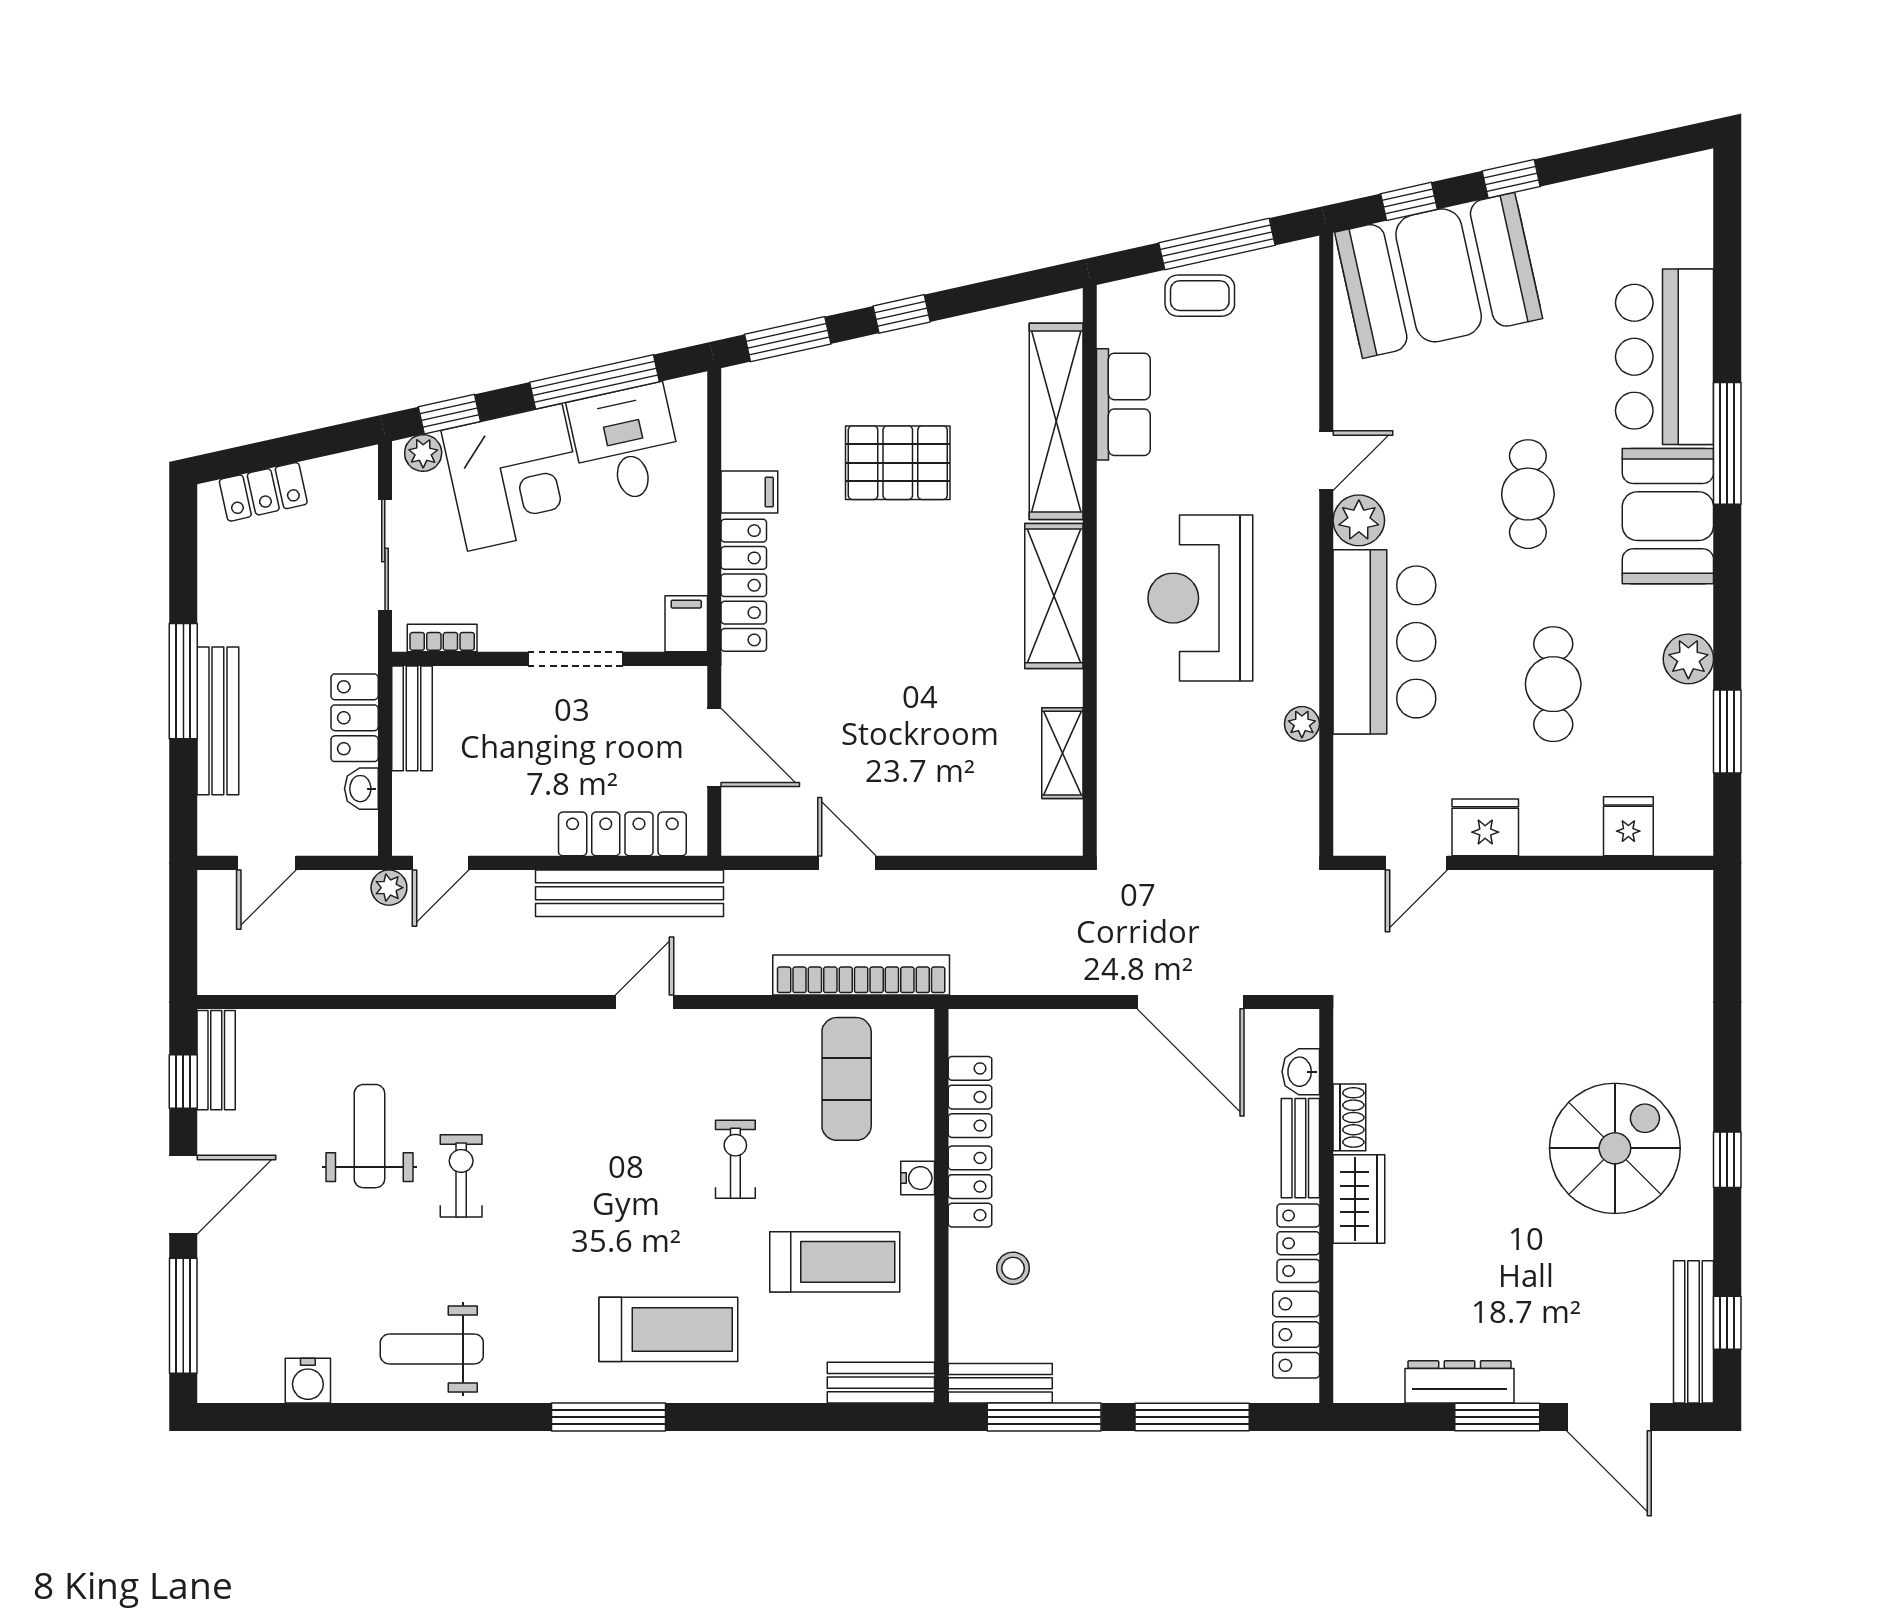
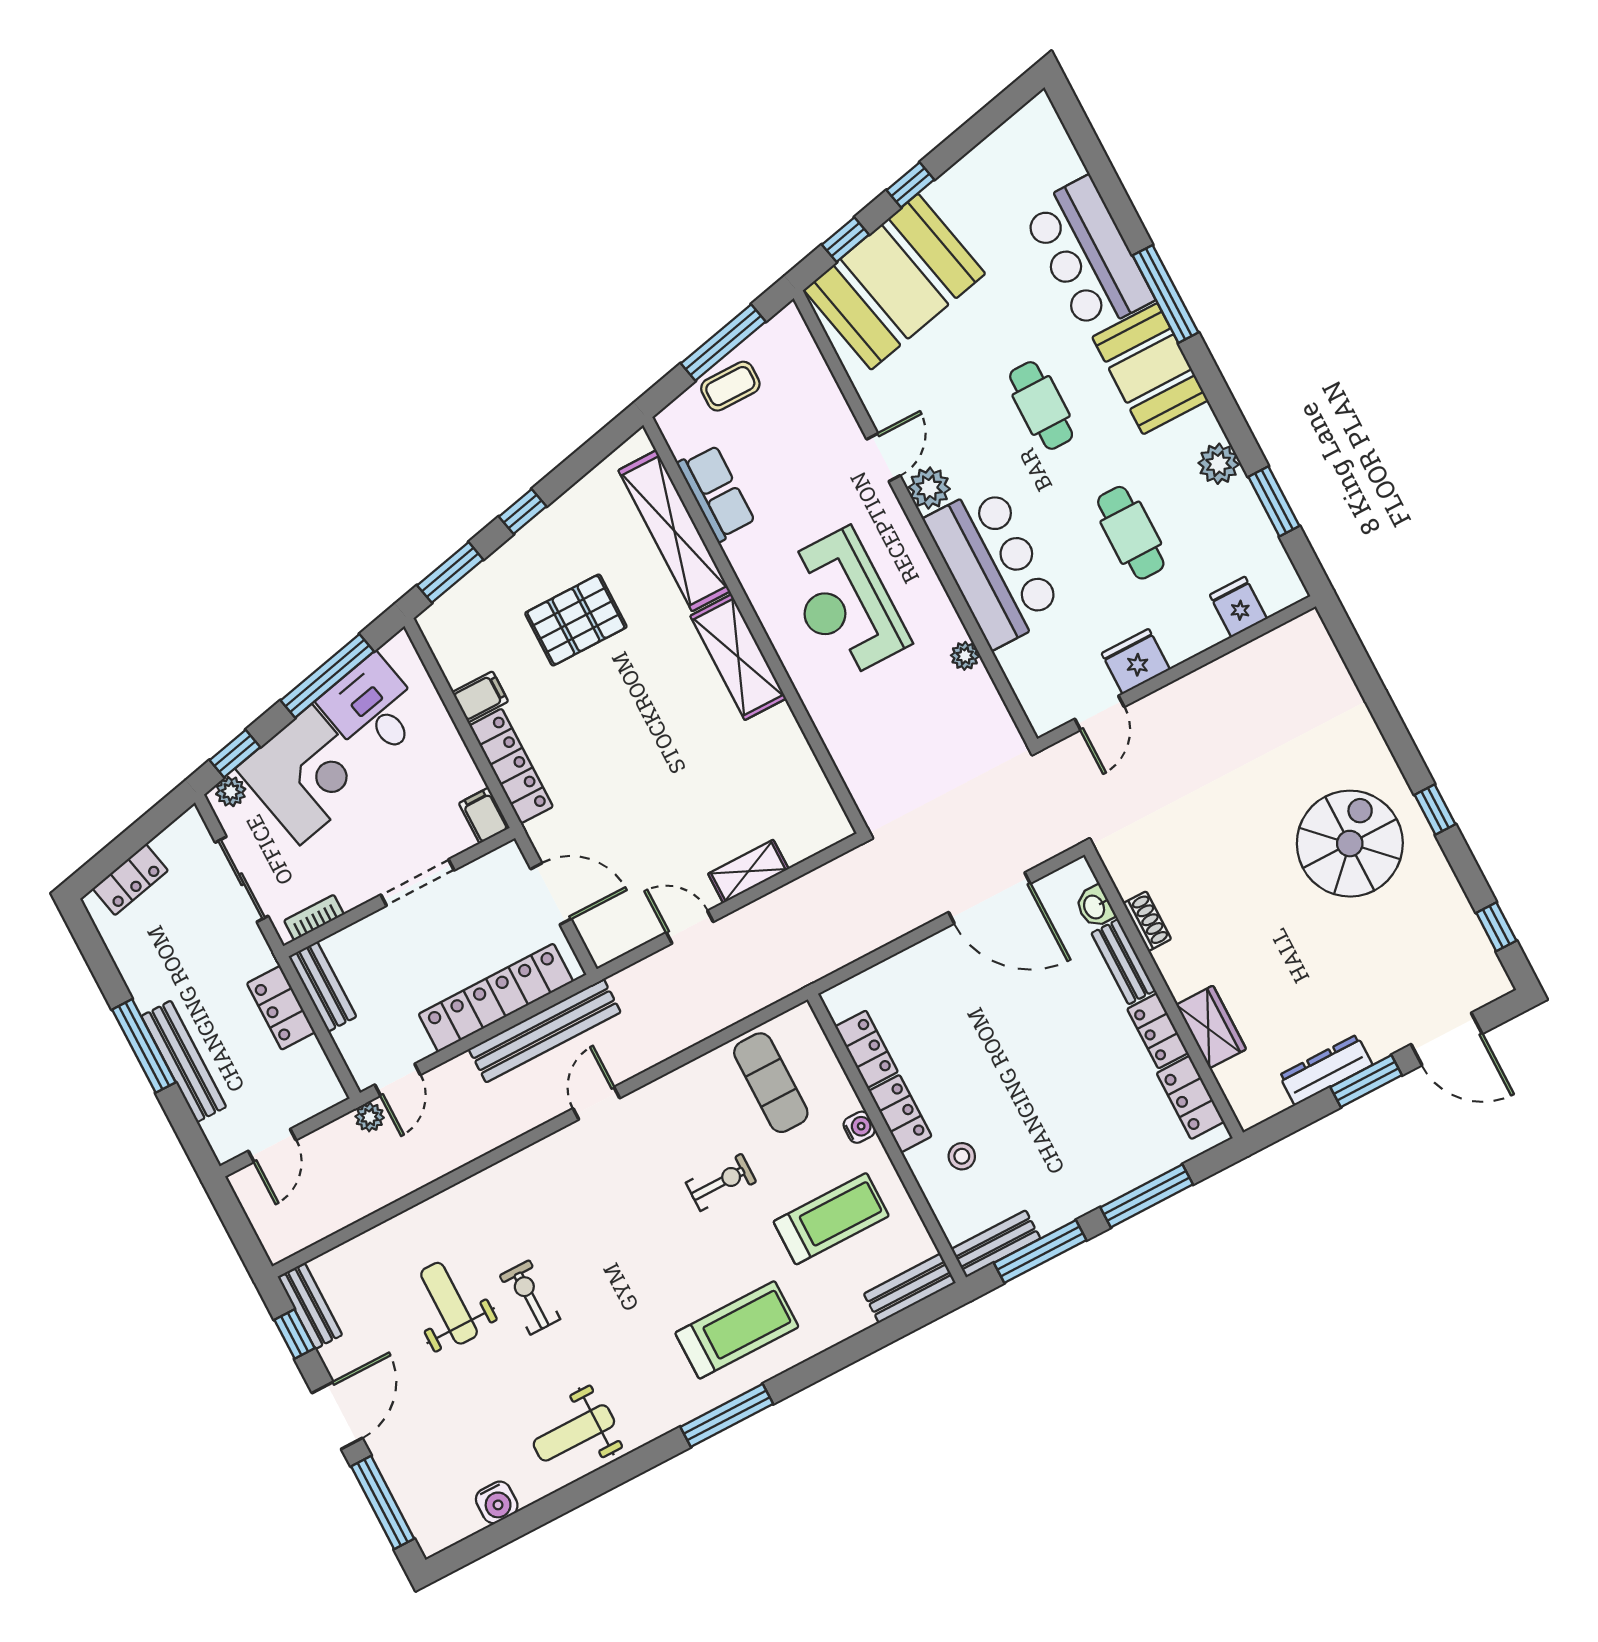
shelving: (1062, 753) -> (748, 871), moved, turned 90
washbasin: (361, 789) -> (312, 1056), removed
locker: (622, 834) -> (496, 998), width x1.41, depth x1.21
bookcase: (861, 975) -> (742, 1002), removed
exercise bike: (735, 1159) -> (721, 1182), turned 90
wardrobe: (1359, 1199) -> (1211, 1027), moved
bench: (1693, 1332) -> (1475, 946), removed

